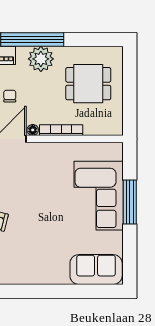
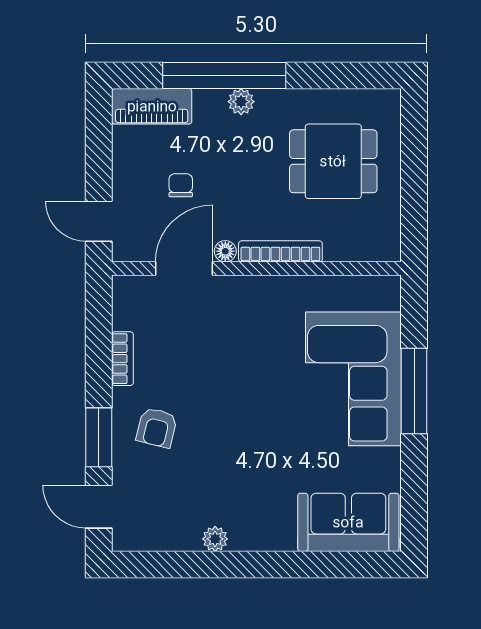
plant: (41, 59) -> (241, 102), width x0.53, depth x0.53
plant: (27, 278) -> (215, 539), added

